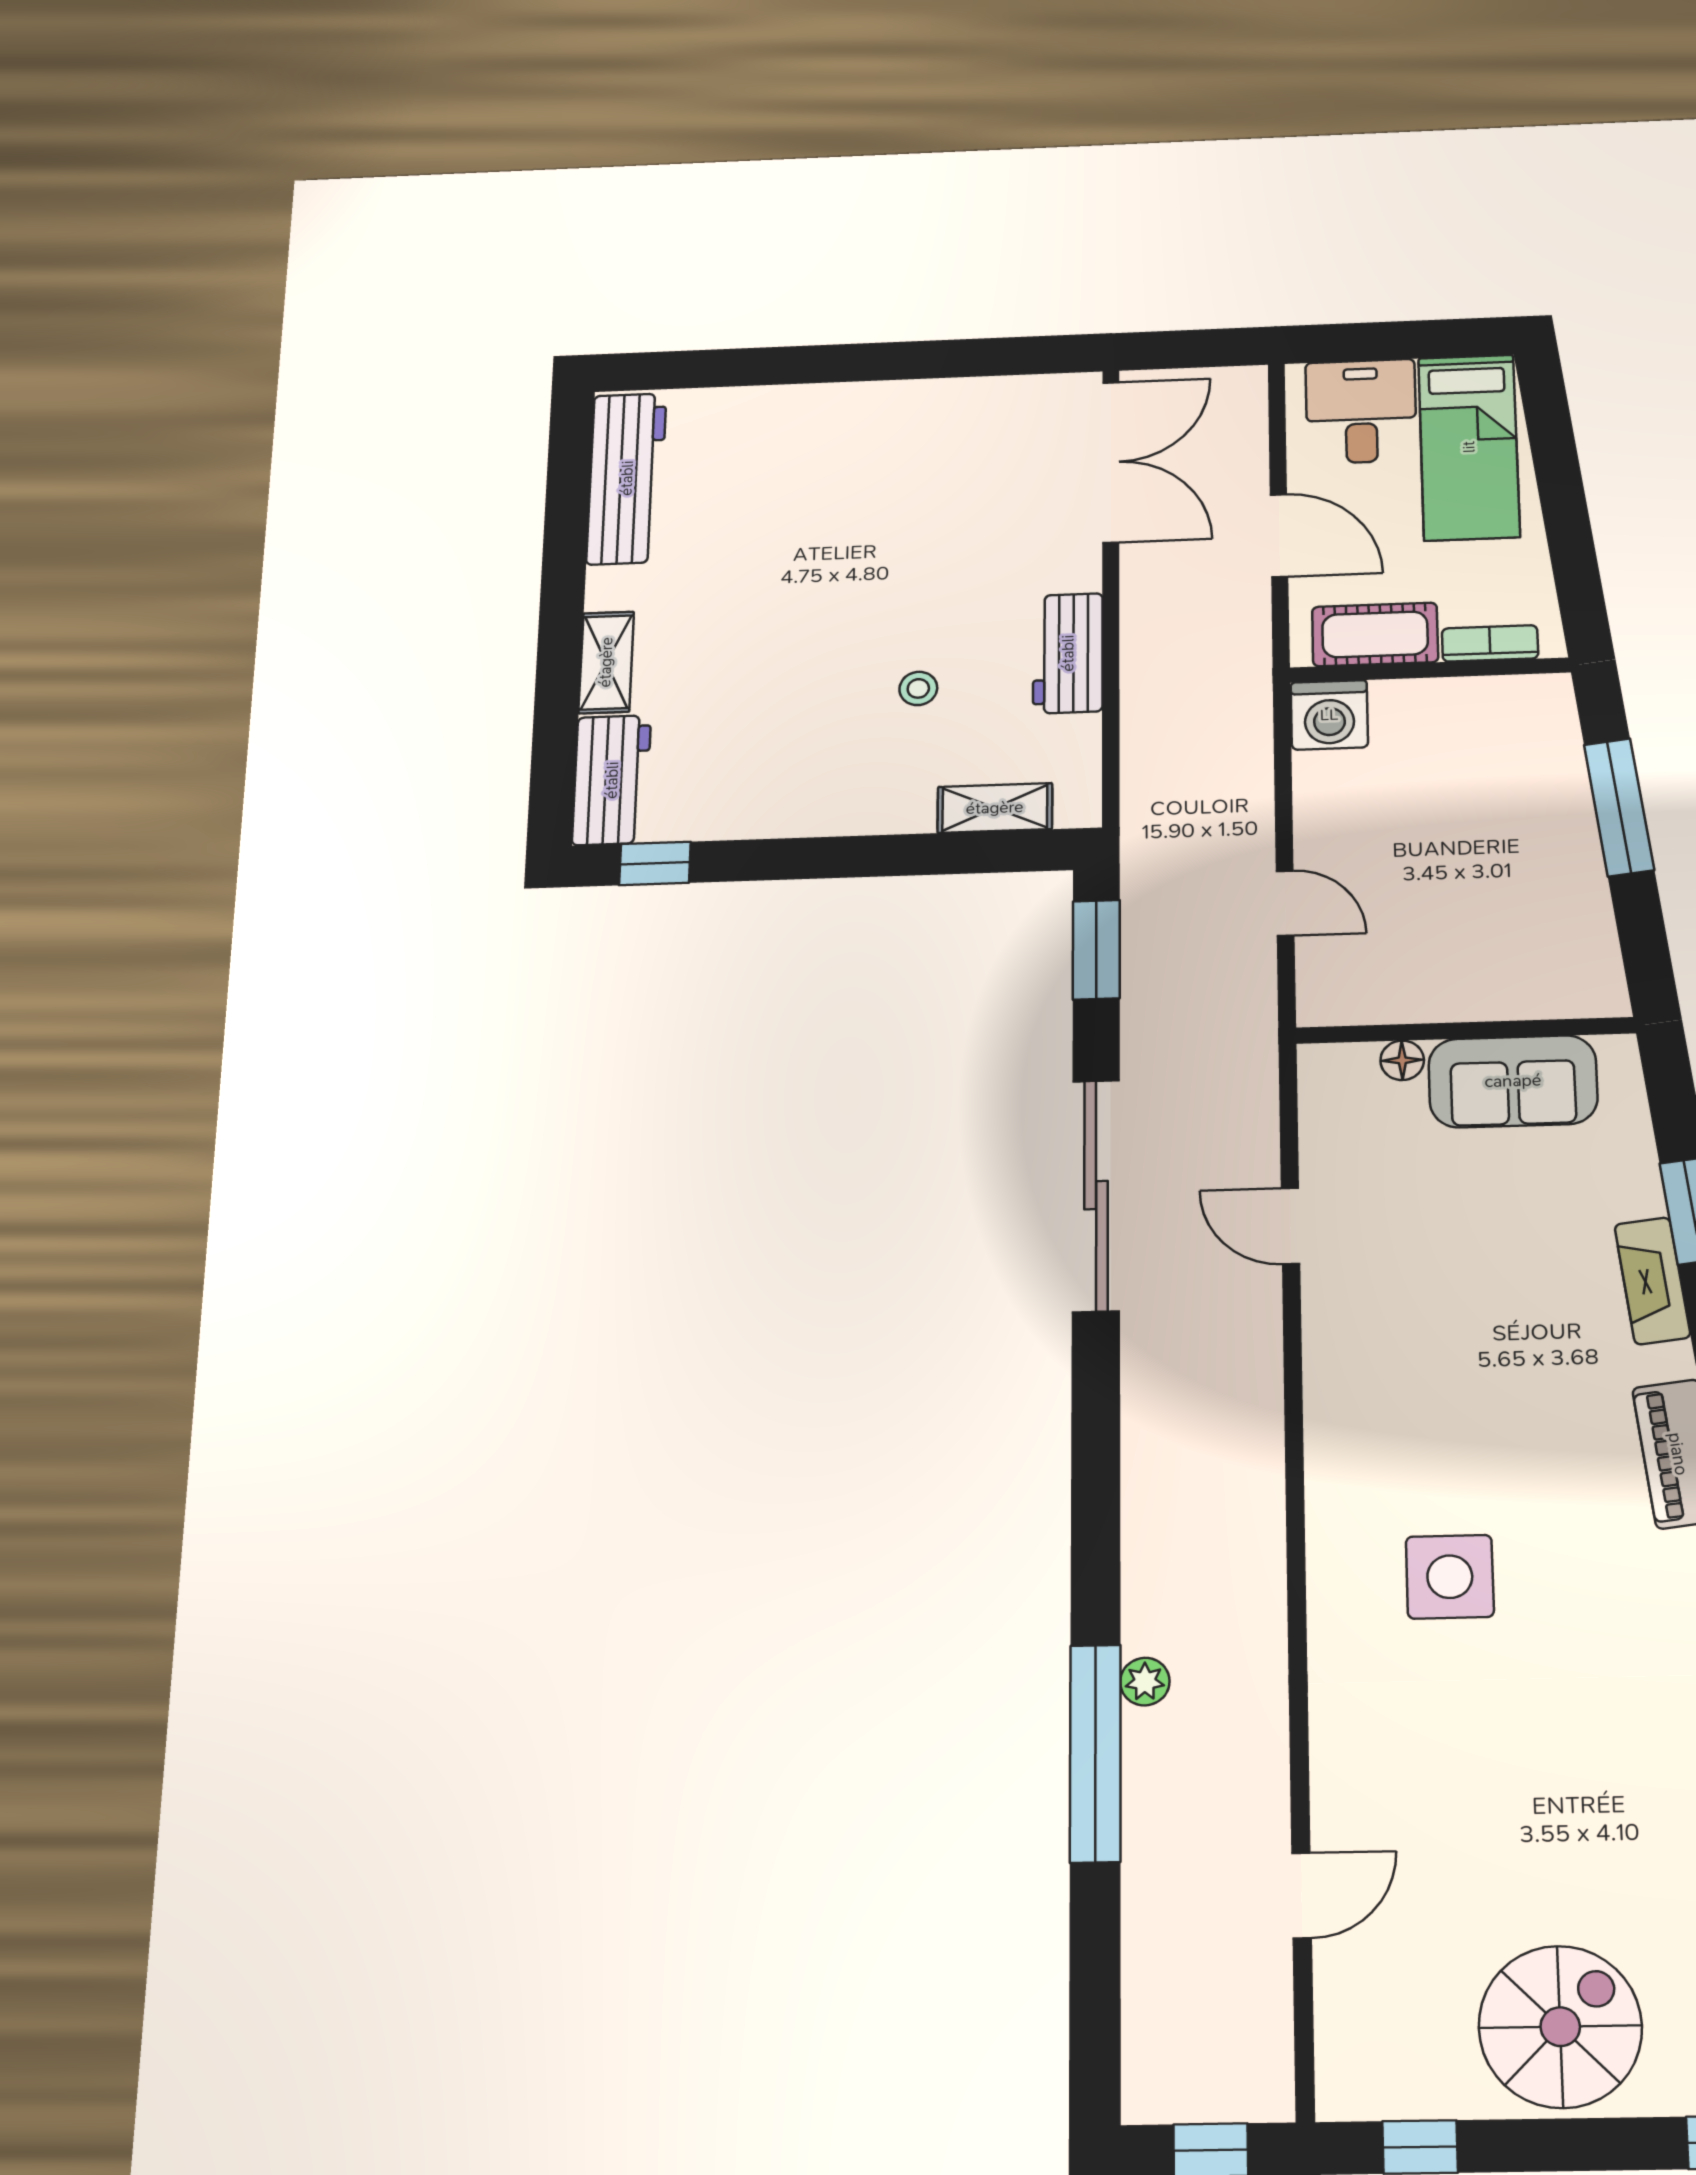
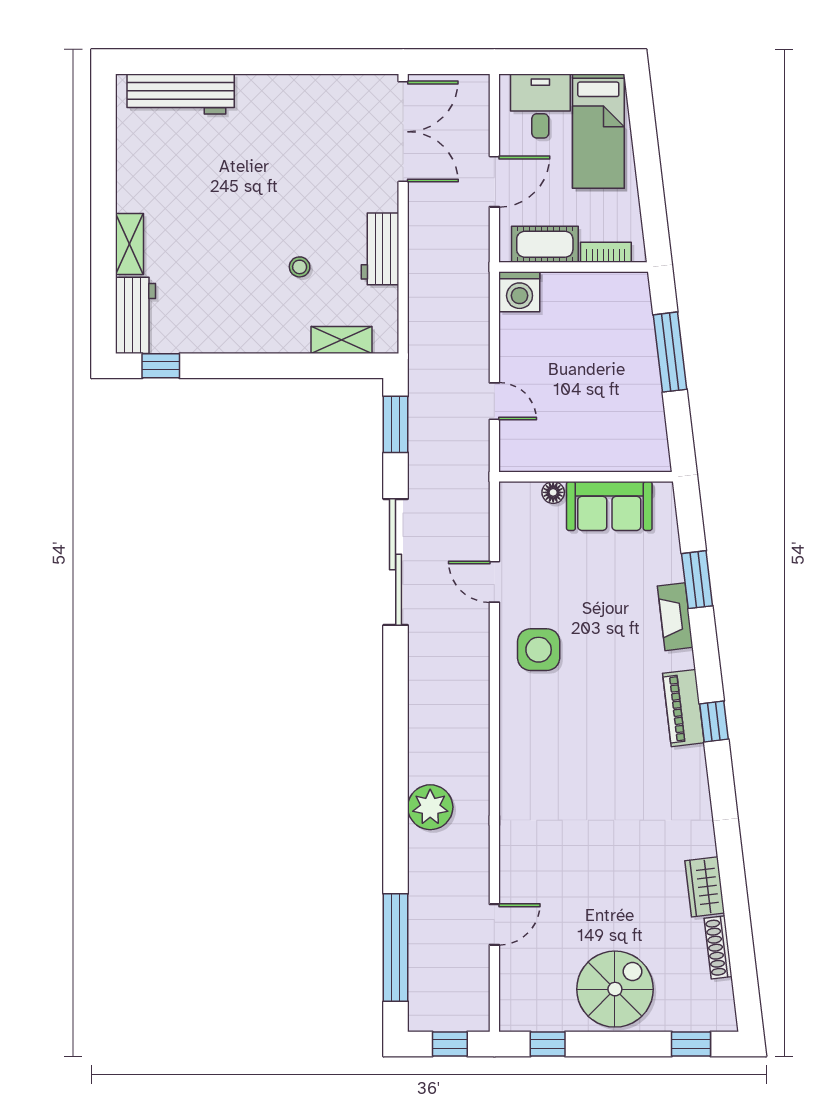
workbench: (627, 478) -> (181, 94), moved, turned 90
door: (1279, 536) -> (494, 182), hinge flipped
side table: (1450, 1577) -> (539, 650), moved
plant: (1145, 1682) -> (430, 807), width x1.87, depth x1.87
window: (1095, 1753) -> (396, 948), moved

